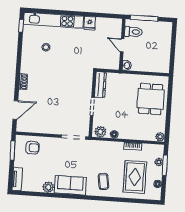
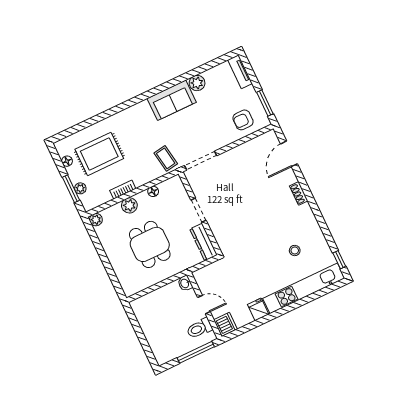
dishwasher: (116, 25) -> (225, 324), added
dining table: (151, 99) -> (150, 244), moved
plant: (100, 132) -> (129, 205), moved
rug: (135, 177) -> (99, 154), turned 90
coffee table: (103, 181) -> (166, 158), moved

